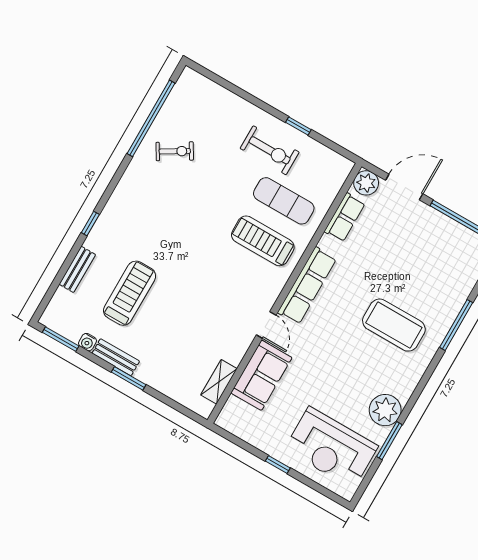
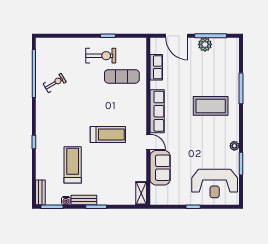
plant: (366, 183) -> (205, 44), moved
door: (404, 187) -> (177, 36), swing flipped
treadmill: (263, 241) -> (108, 135), moved, turned 180
bench: (77, 269) -> (40, 192), moved
shelving: (219, 382) -> (141, 193), moved
plant: (385, 410) -> (234, 146), width x0.53, depth x0.53

